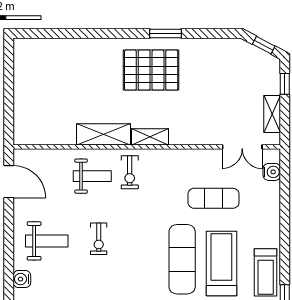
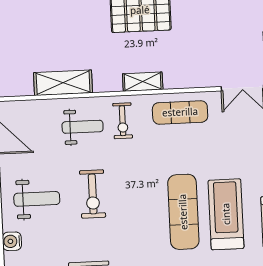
shelving: (103, 134) -> (63, 83), moved
exercise mat: (214, 198) -> (180, 112), moved
exercise bike: (99, 239) -> (93, 194), width x1.38, depth x1.39

